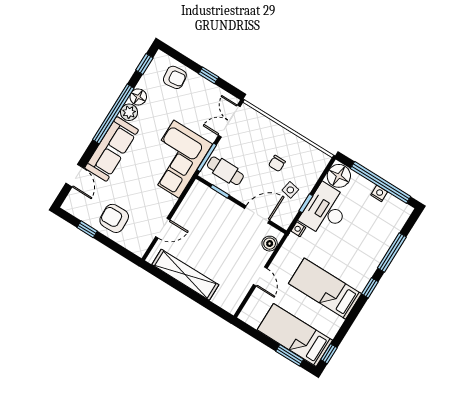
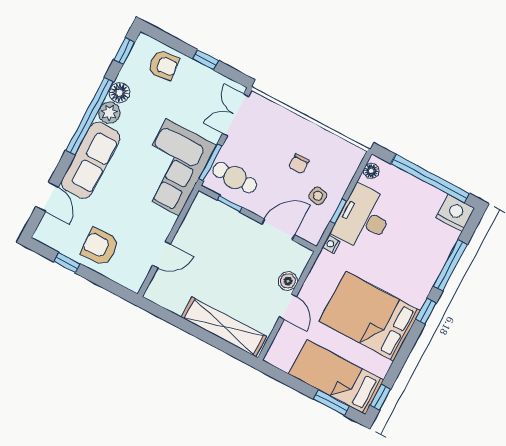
floor lamp: (339, 176) -> (371, 171), width x0.53, depth x0.53
nightstand: (379, 193) -> (455, 213), moved, width x1.89, depth x1.79
boiler: (270, 244) -> (288, 281), moved
shelving: (185, 275) -> (224, 327), moved
bed: (325, 289) -> (370, 316), width x1.50

